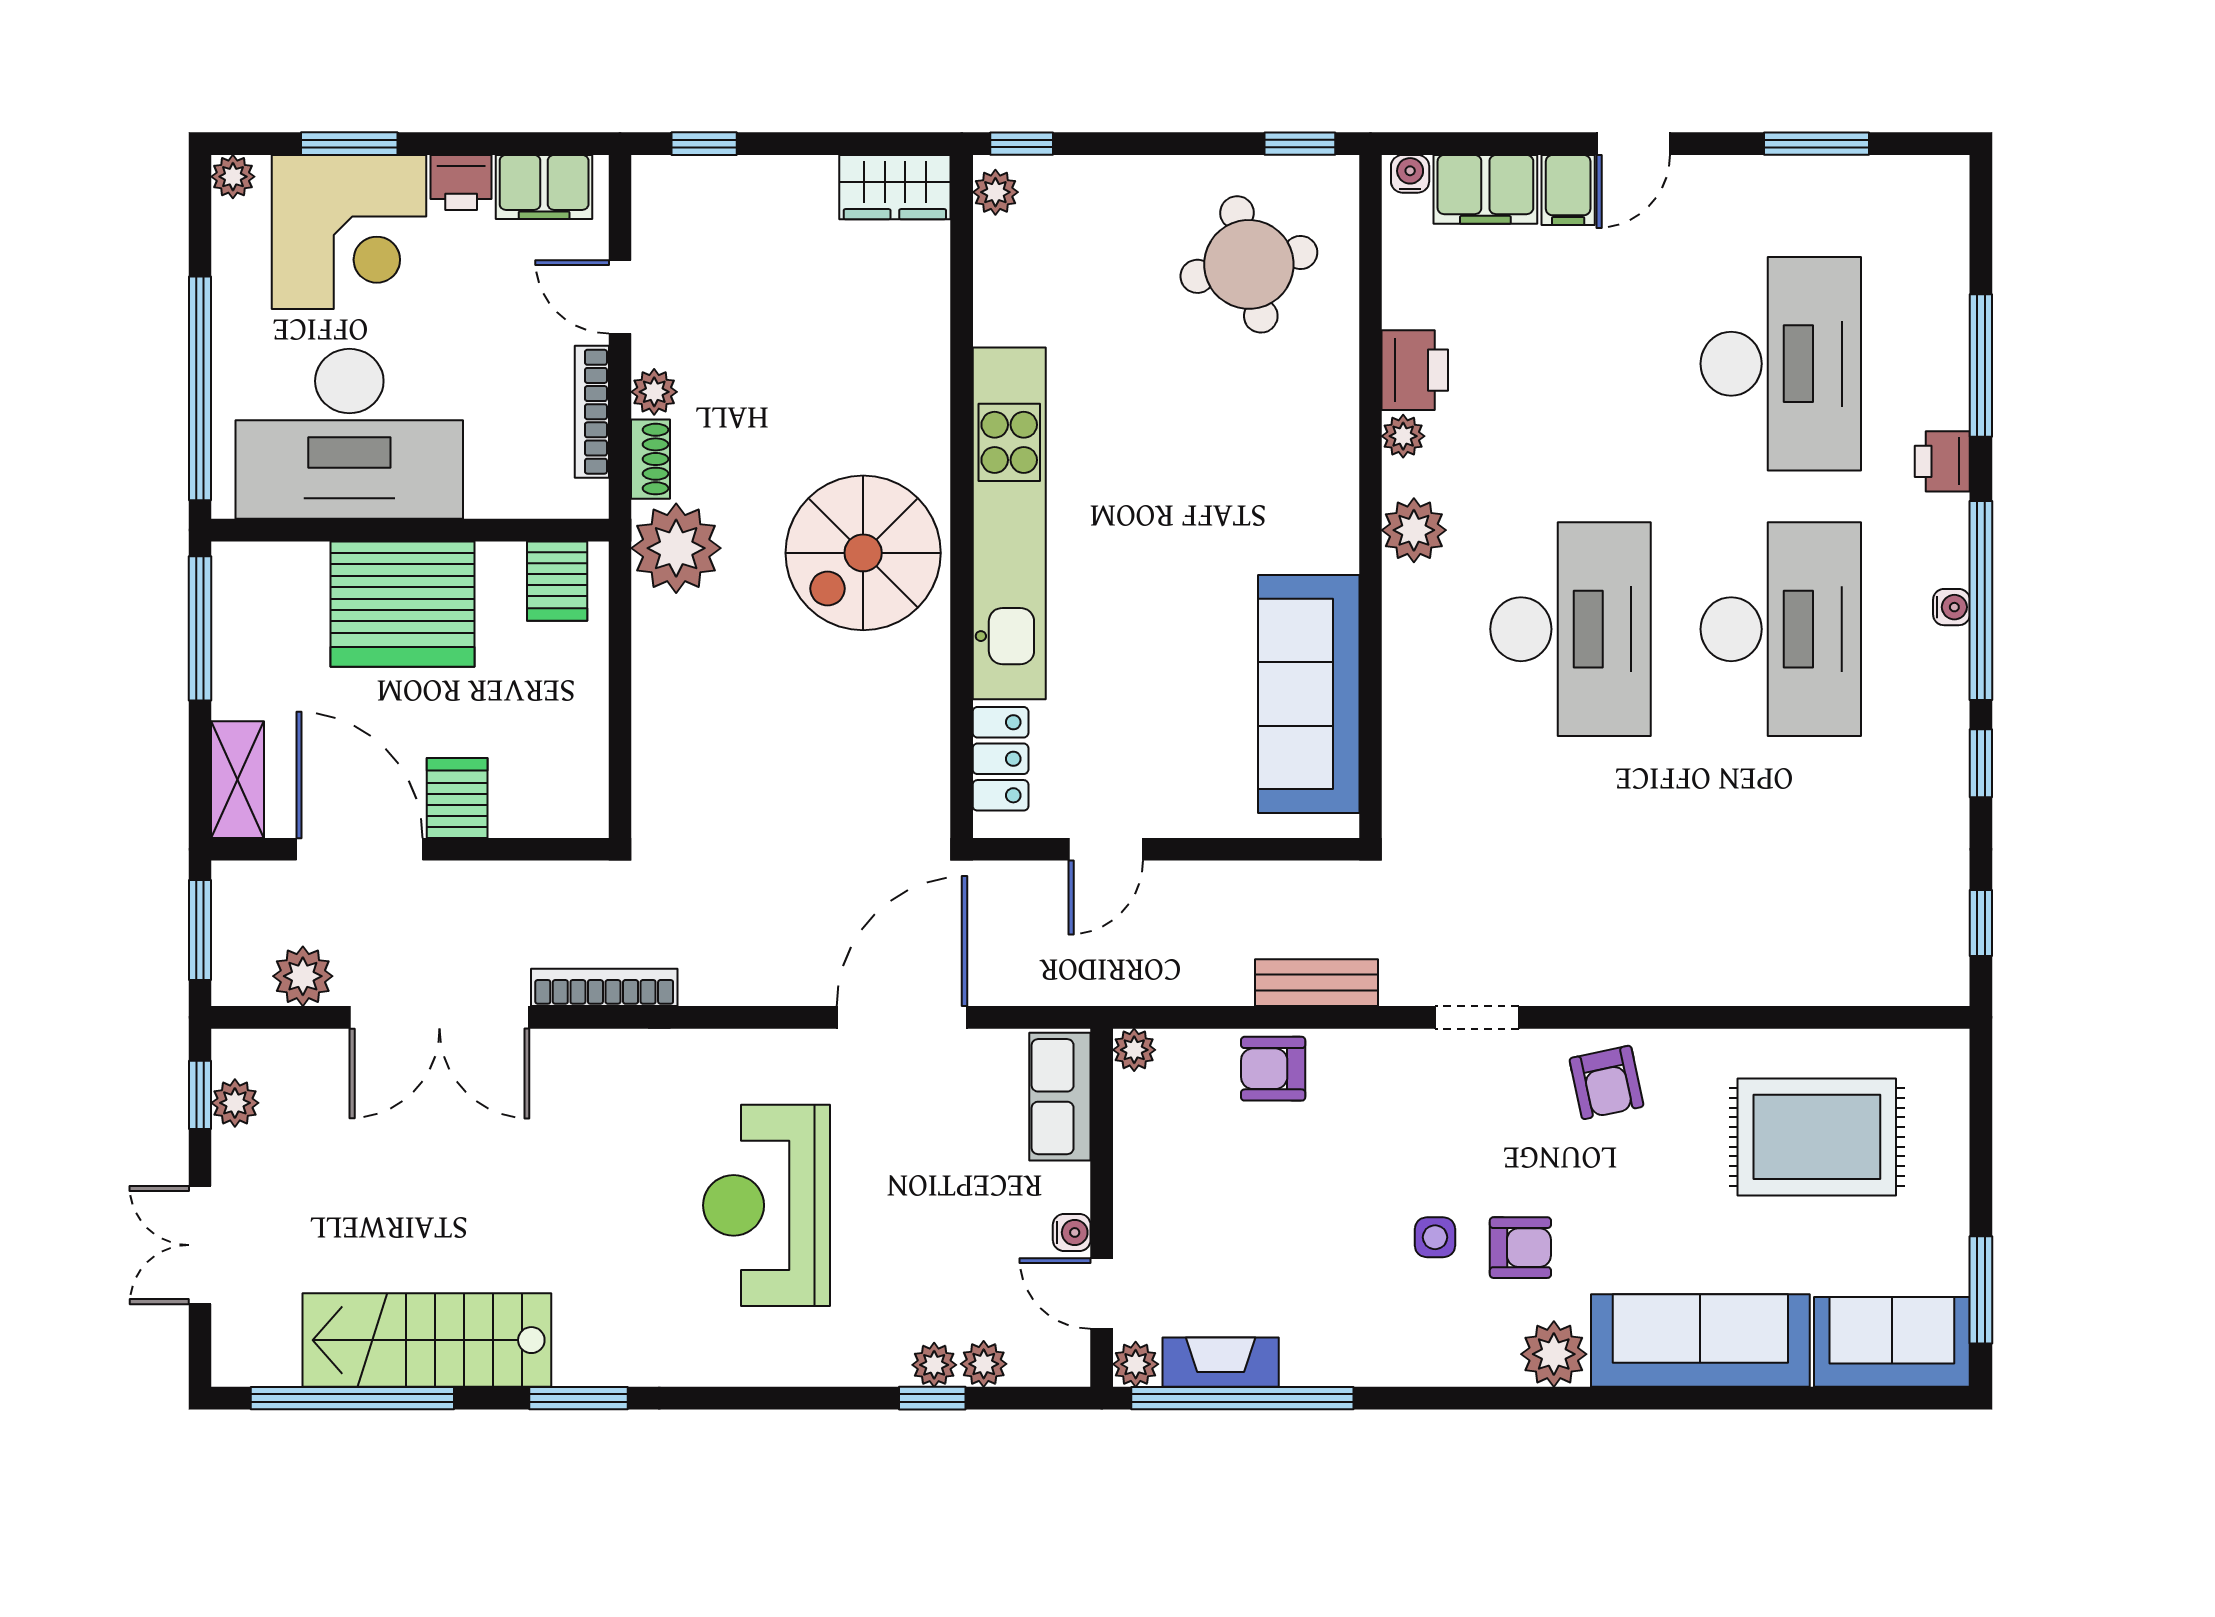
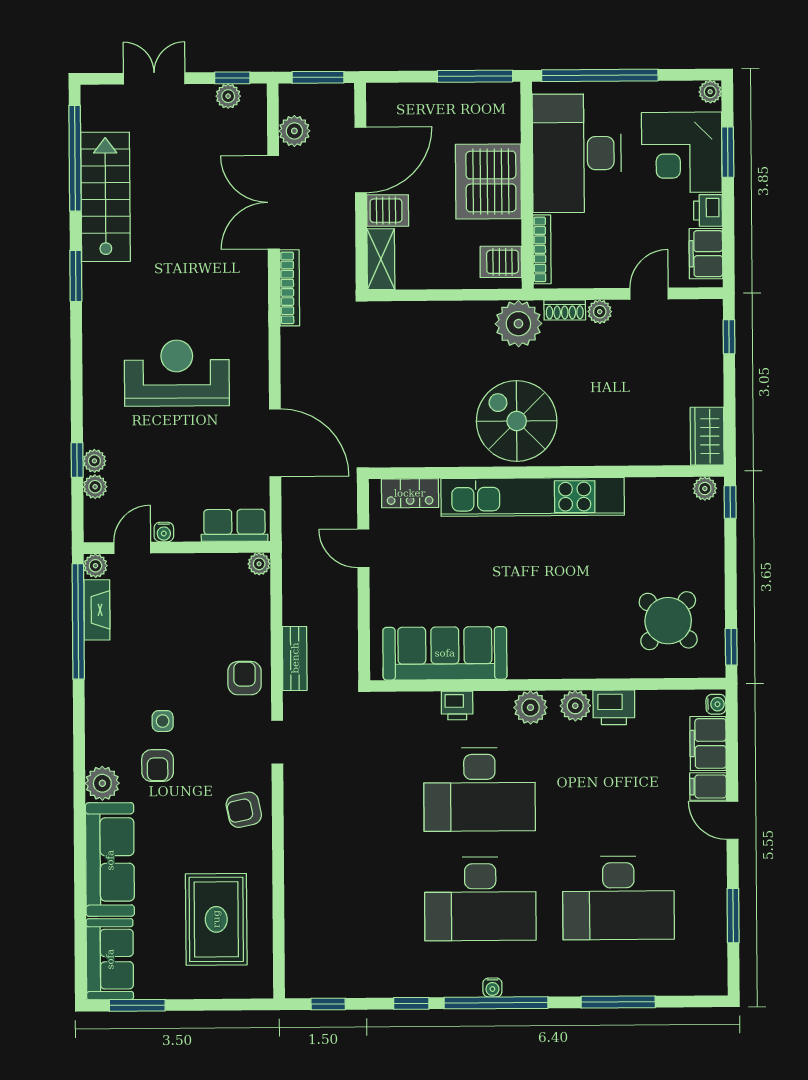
round table: (1249, 264) -> (668, 621), turned -34
bookcase: (592, 412) -> (542, 249), moved, turned 90
plant: (1403, 436) -> (575, 706), width x1.38, depth x1.38
printer: (1942, 461) -> (457, 706), moved, turned 180
shelving: (238, 780) -> (381, 259), moved, turned 90
armchair: (1273, 1069) -> (245, 678), moved

